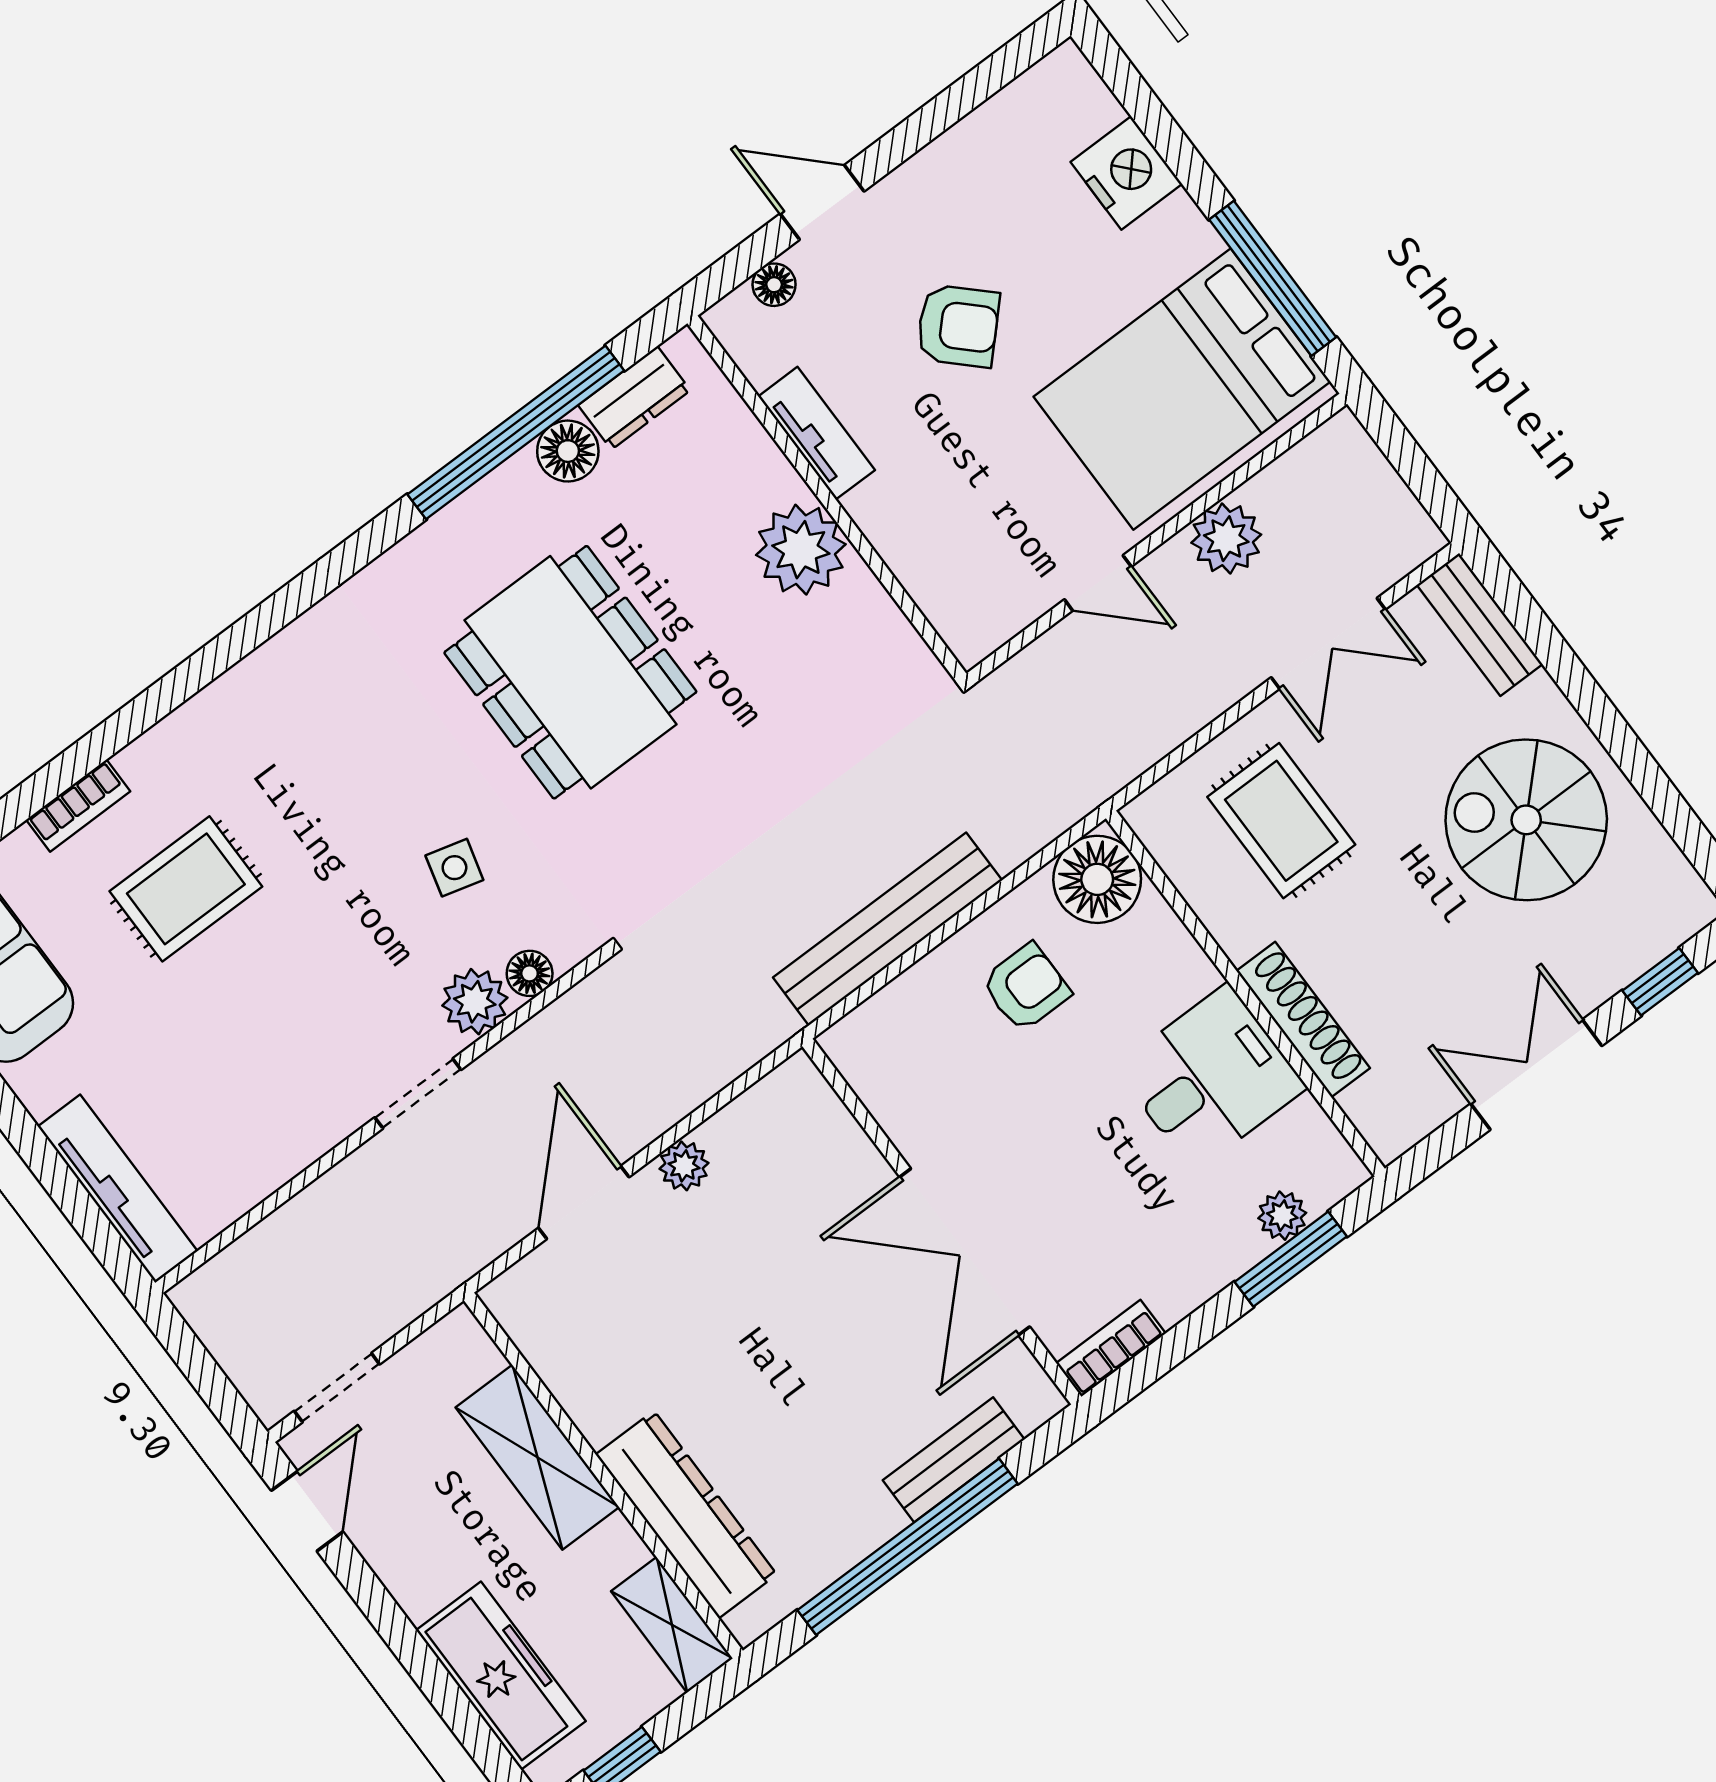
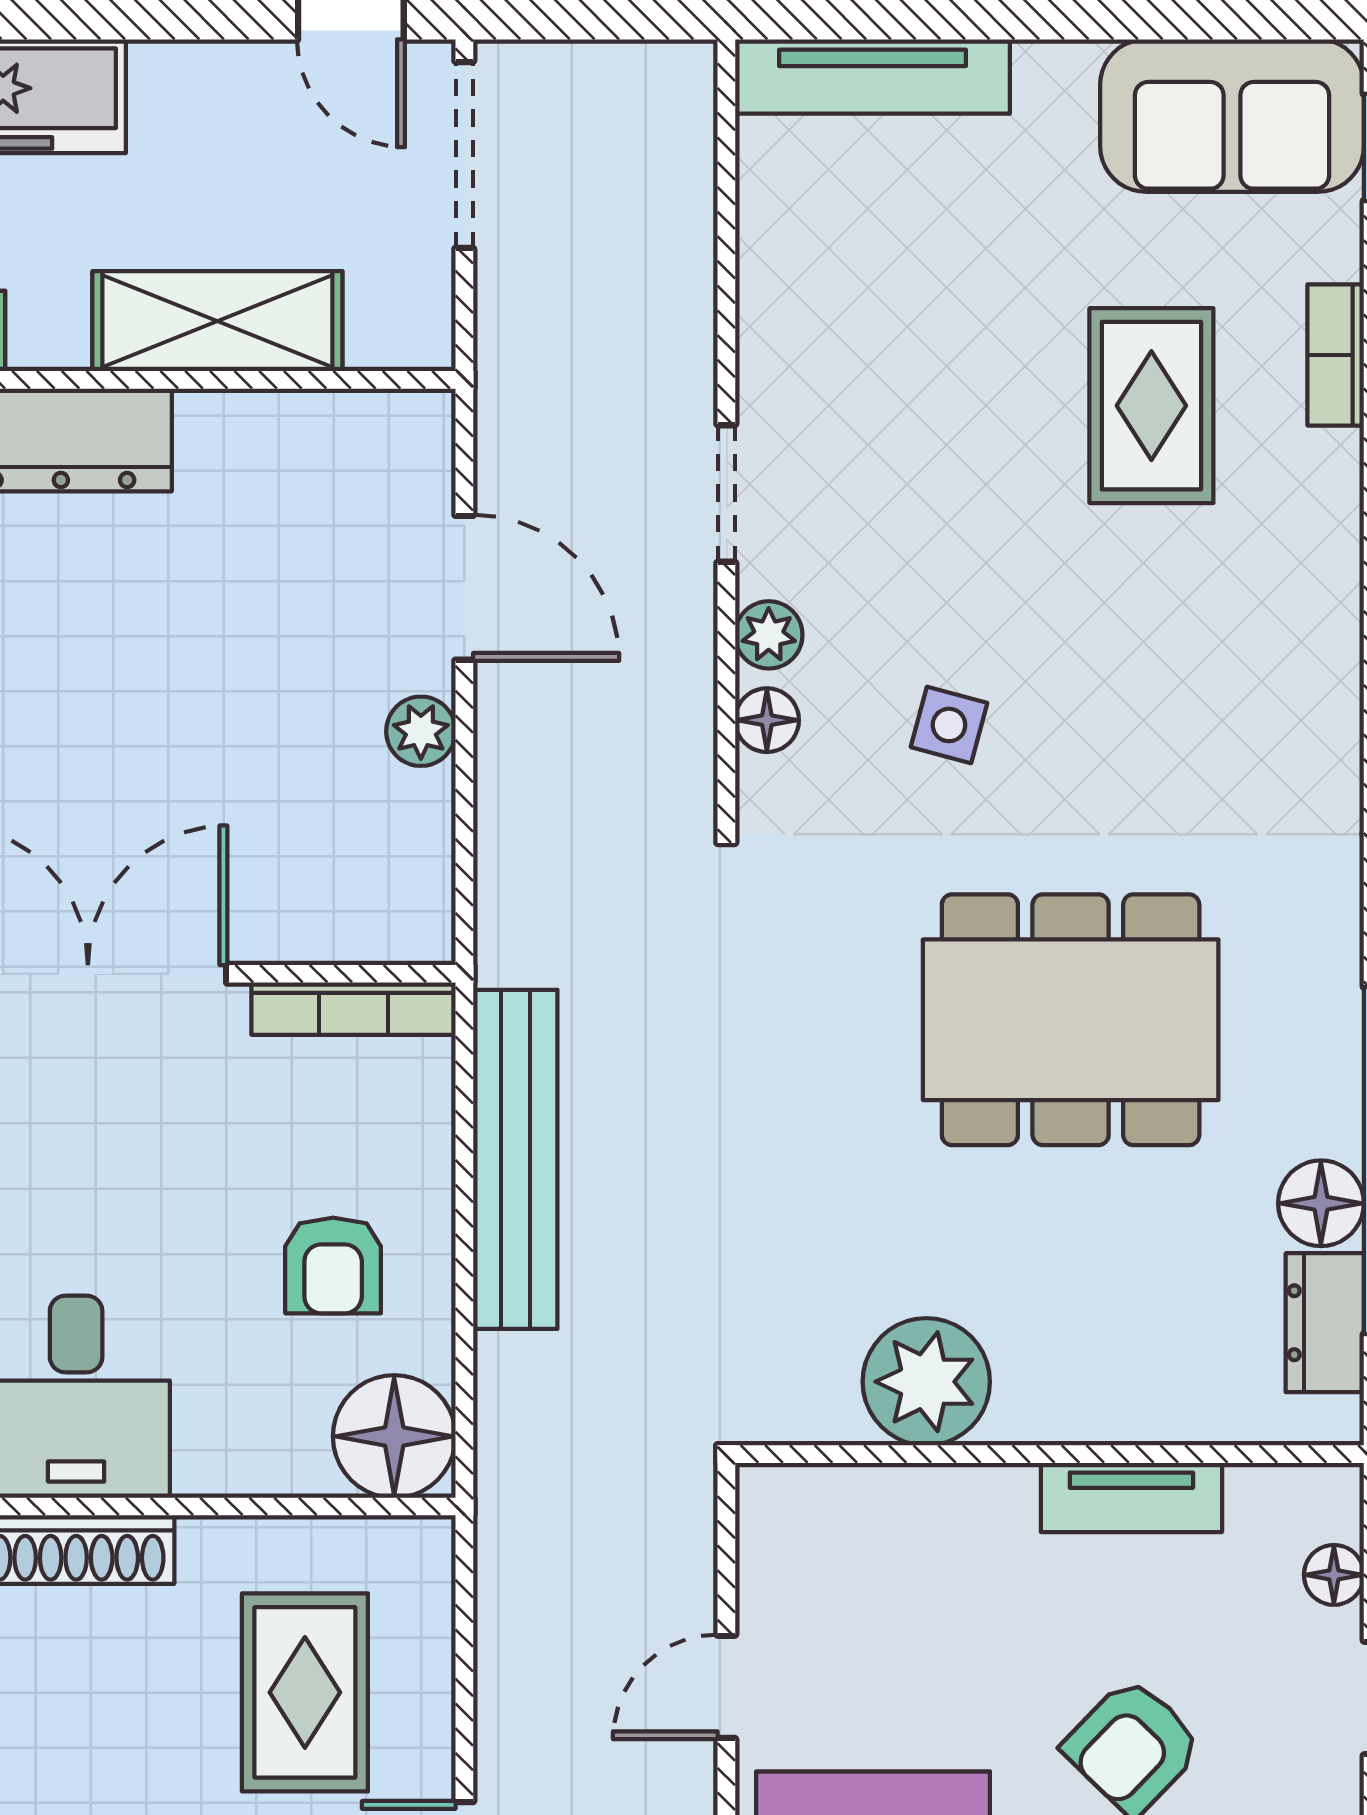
plant: (801, 550) -> (926, 1382), moved
rug: (1281, 821) -> (305, 1692), turned 90
plant: (475, 1002) -> (769, 635), width x0.73, depth x0.73
bookcase: (871, 1086) -> (353, 1009), added
doorway: (337, 1388) -> (464, 155), width x1.38

